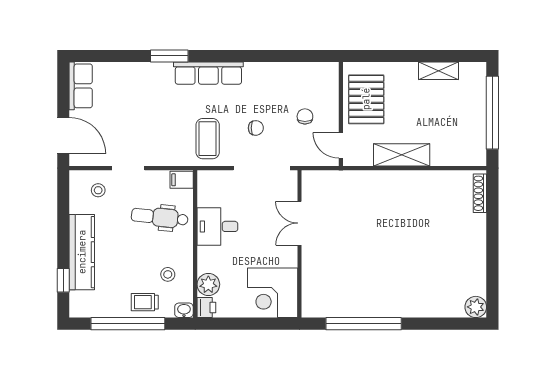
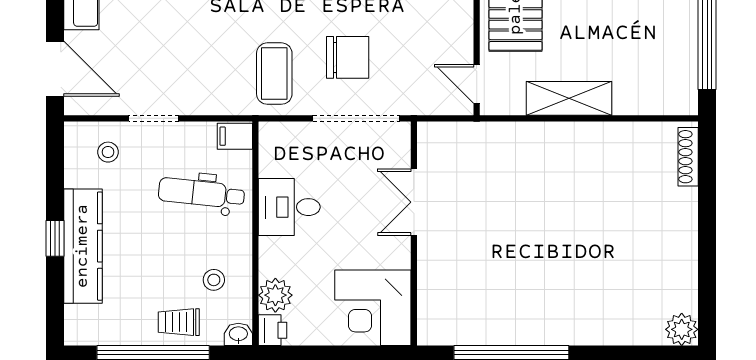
chair: (305, 116) -> (422, 40), removed
chair: (256, 128) -> (348, 57), width x1.87, depth x1.87
window: (63, 280) -> (55, 238), moved

